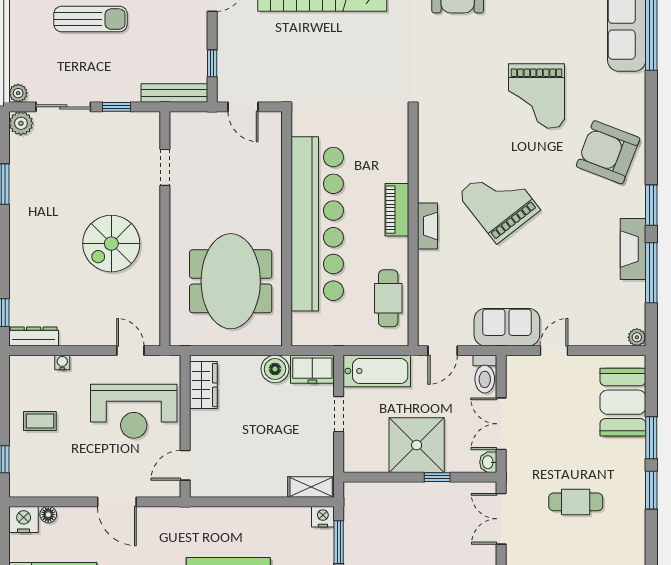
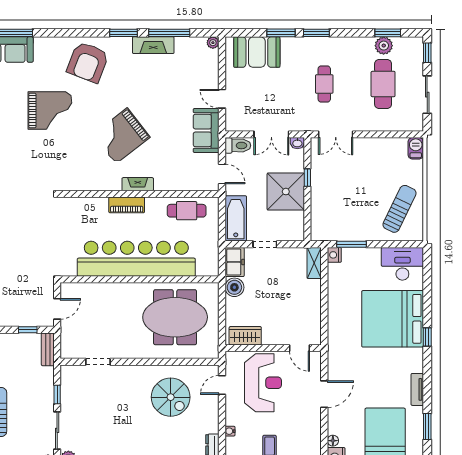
bench: (174, 93) -> (48, 349), width x0.73
spiral stairs: (111, 244) -> (171, 397), moved

